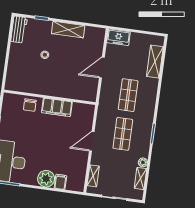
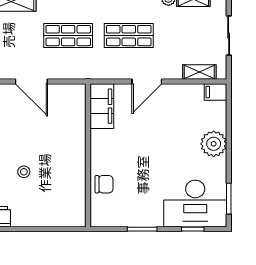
filing cabinet: (57, 107) -> (102, 106), moved
door: (92, 141) -> (147, 82), hinge flipped
filing cabinet: (60, 182) -> (215, 92), moved

